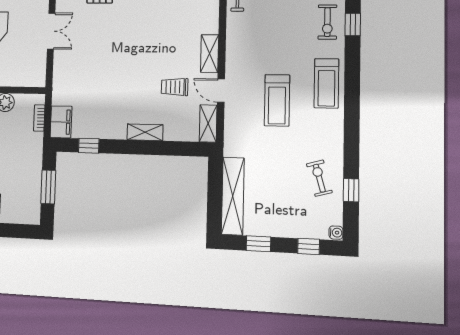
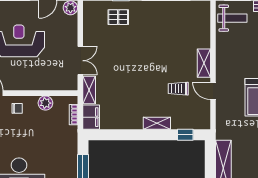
double door: (51, 31) -> (80, 61), moved
shelving: (208, 123) -> (89, 90), moved
window: (89, 146) -> (185, 135), moved

